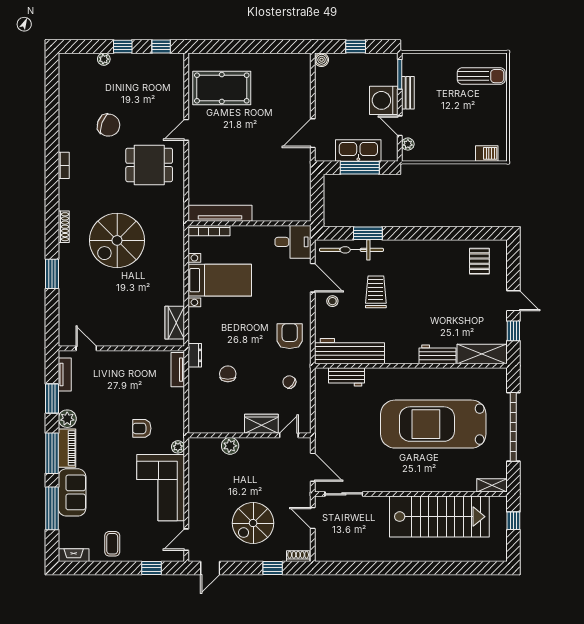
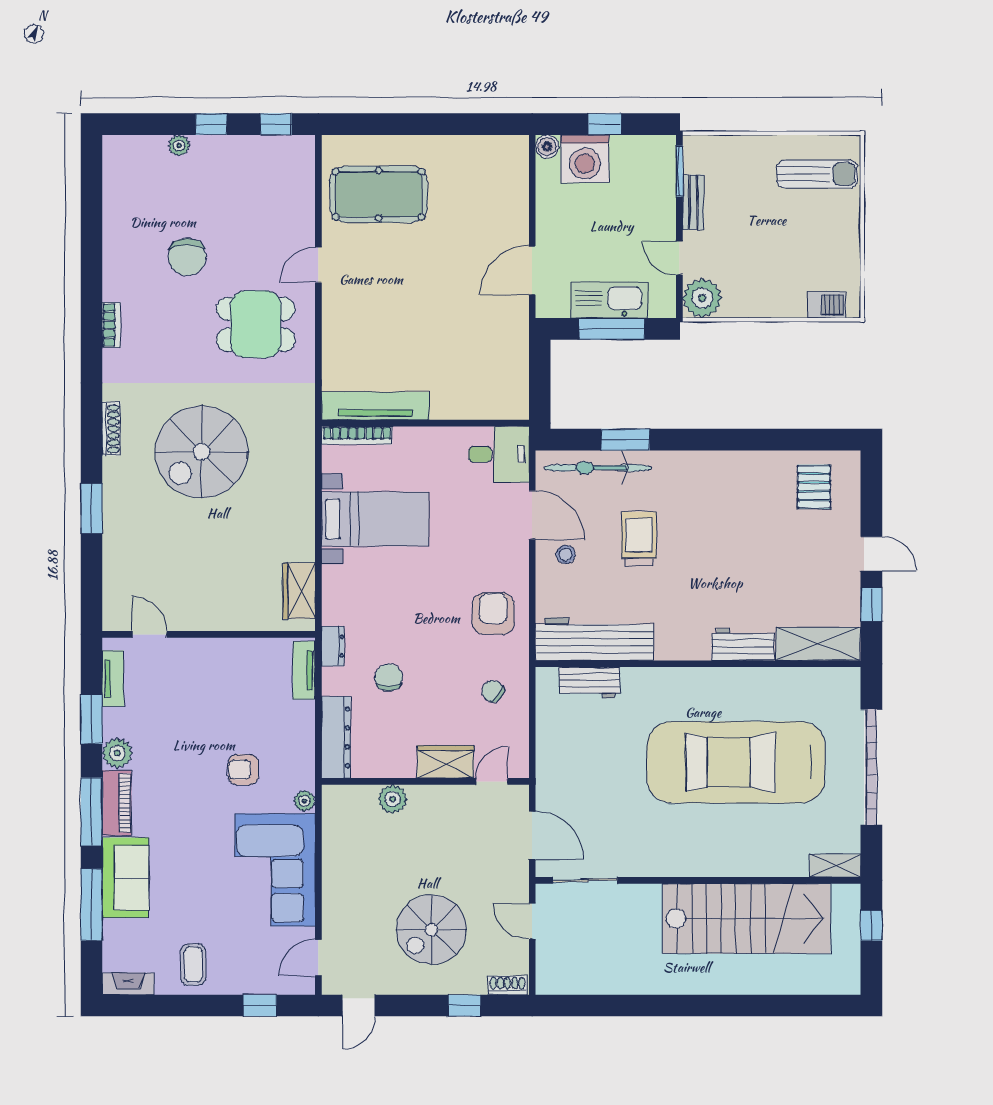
washing machine: (384, 100) -> (585, 159), moved, turned -90
chair: (109, 125) -> (187, 257), turned 70
plant: (408, 144) -> (702, 298), width x1.88, depth x1.88
dresser: (197, 409) -> (336, 737), added

